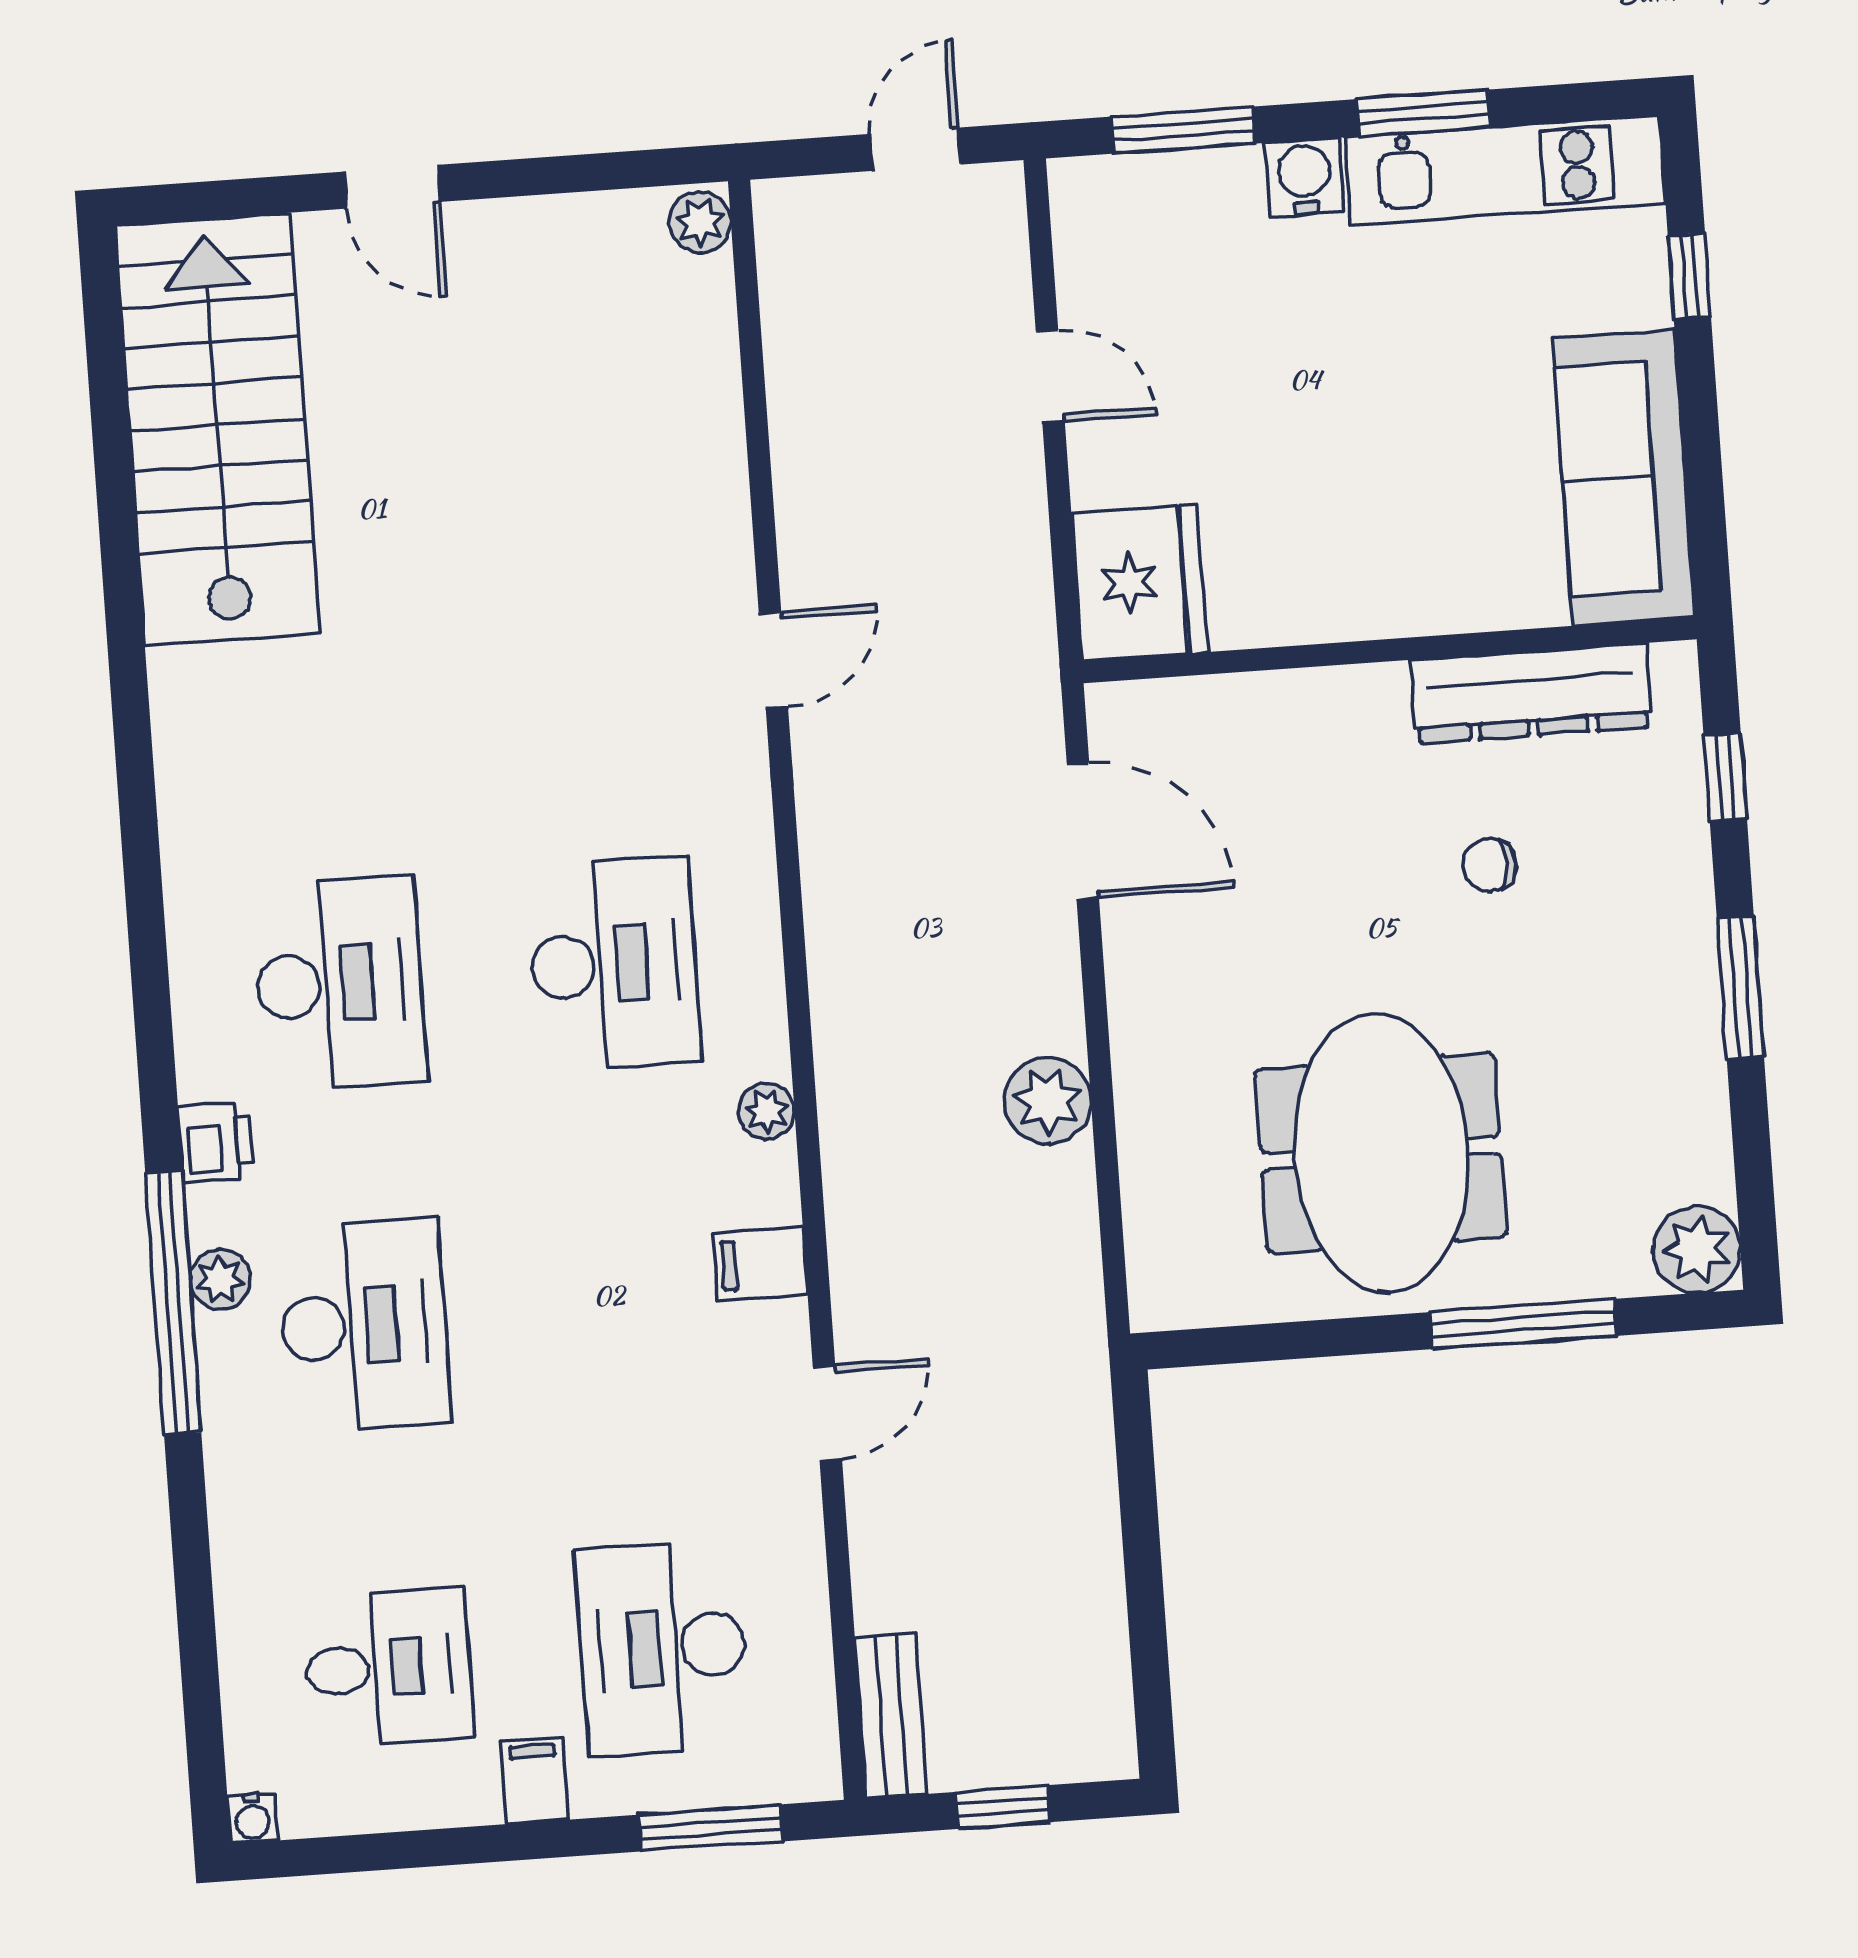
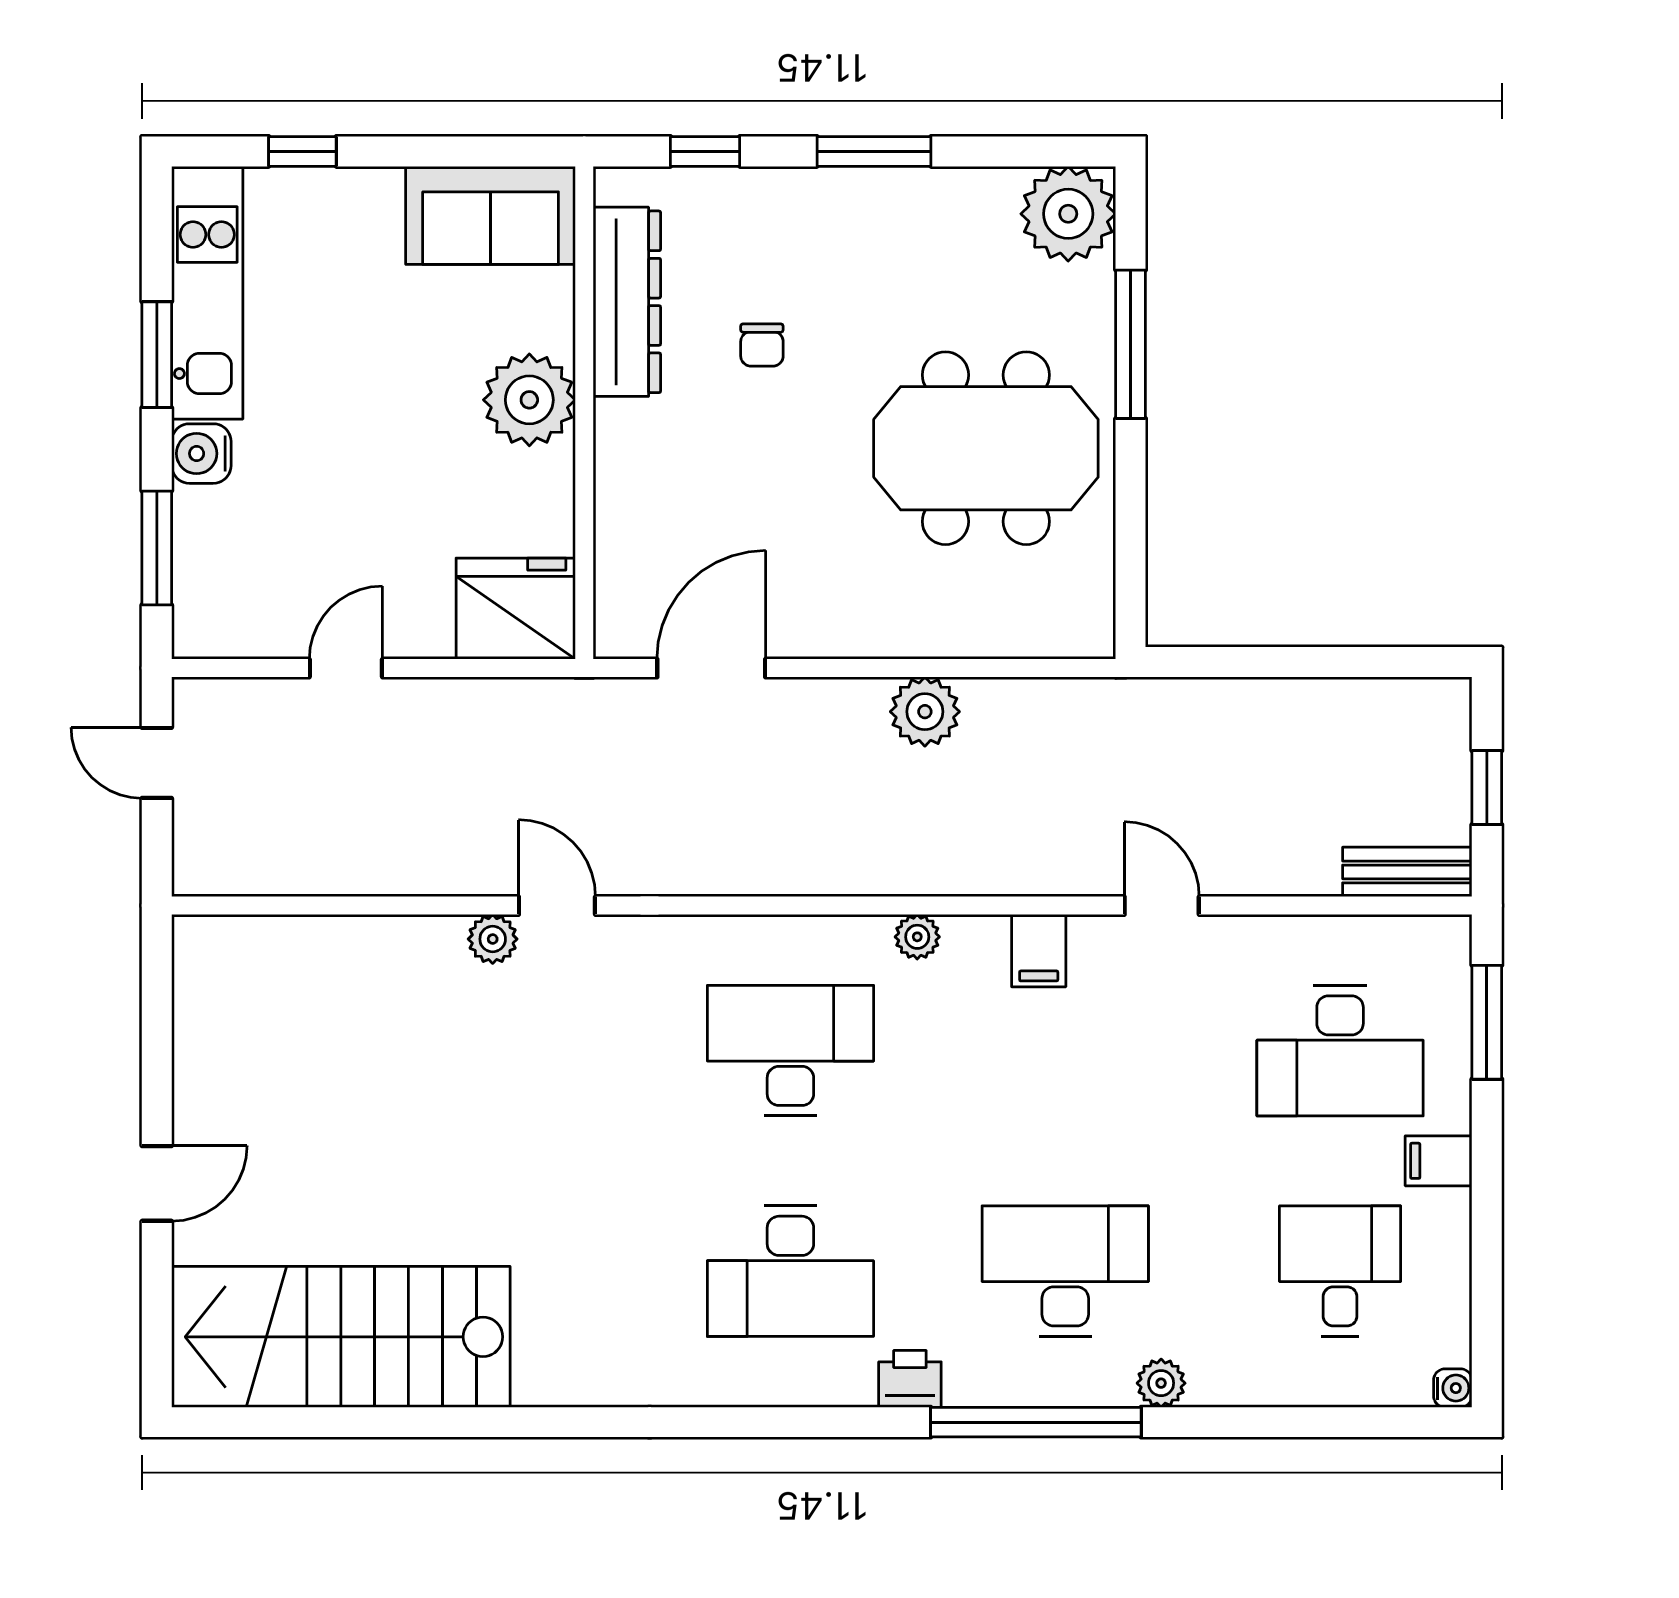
plant: (700, 222) -> (493, 939), moved
sofa: (1624, 478) -> (491, 215), width x0.73
plant: (1400, 581) -> (529, 400), added
desk: (339, 983) -> (790, 1271), turned 180
plant: (1697, 1249) -> (1068, 214), width x1.36, depth x1.36
plant: (220, 1280) -> (1161, 1383), moved

